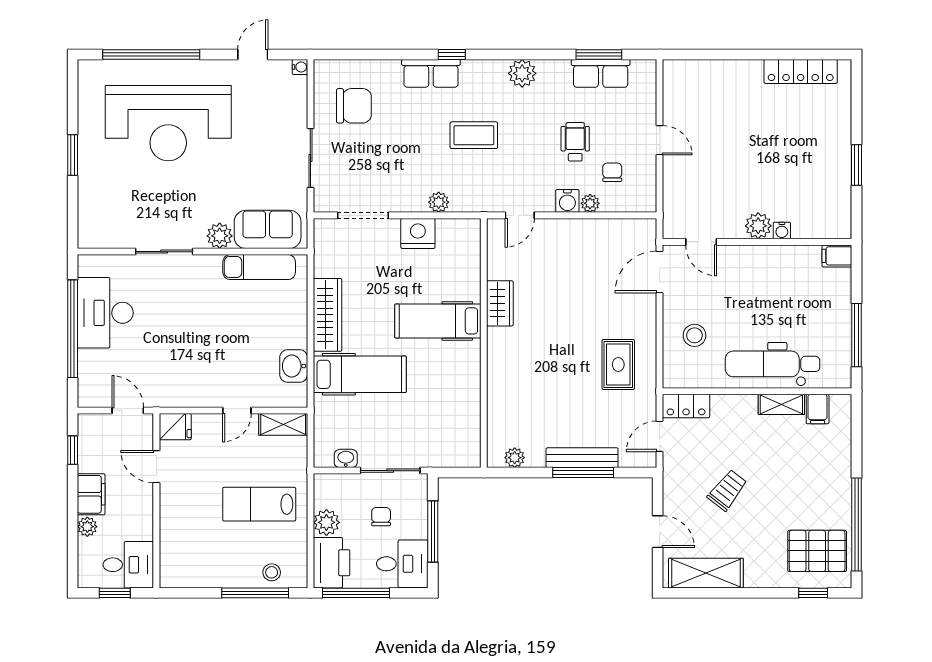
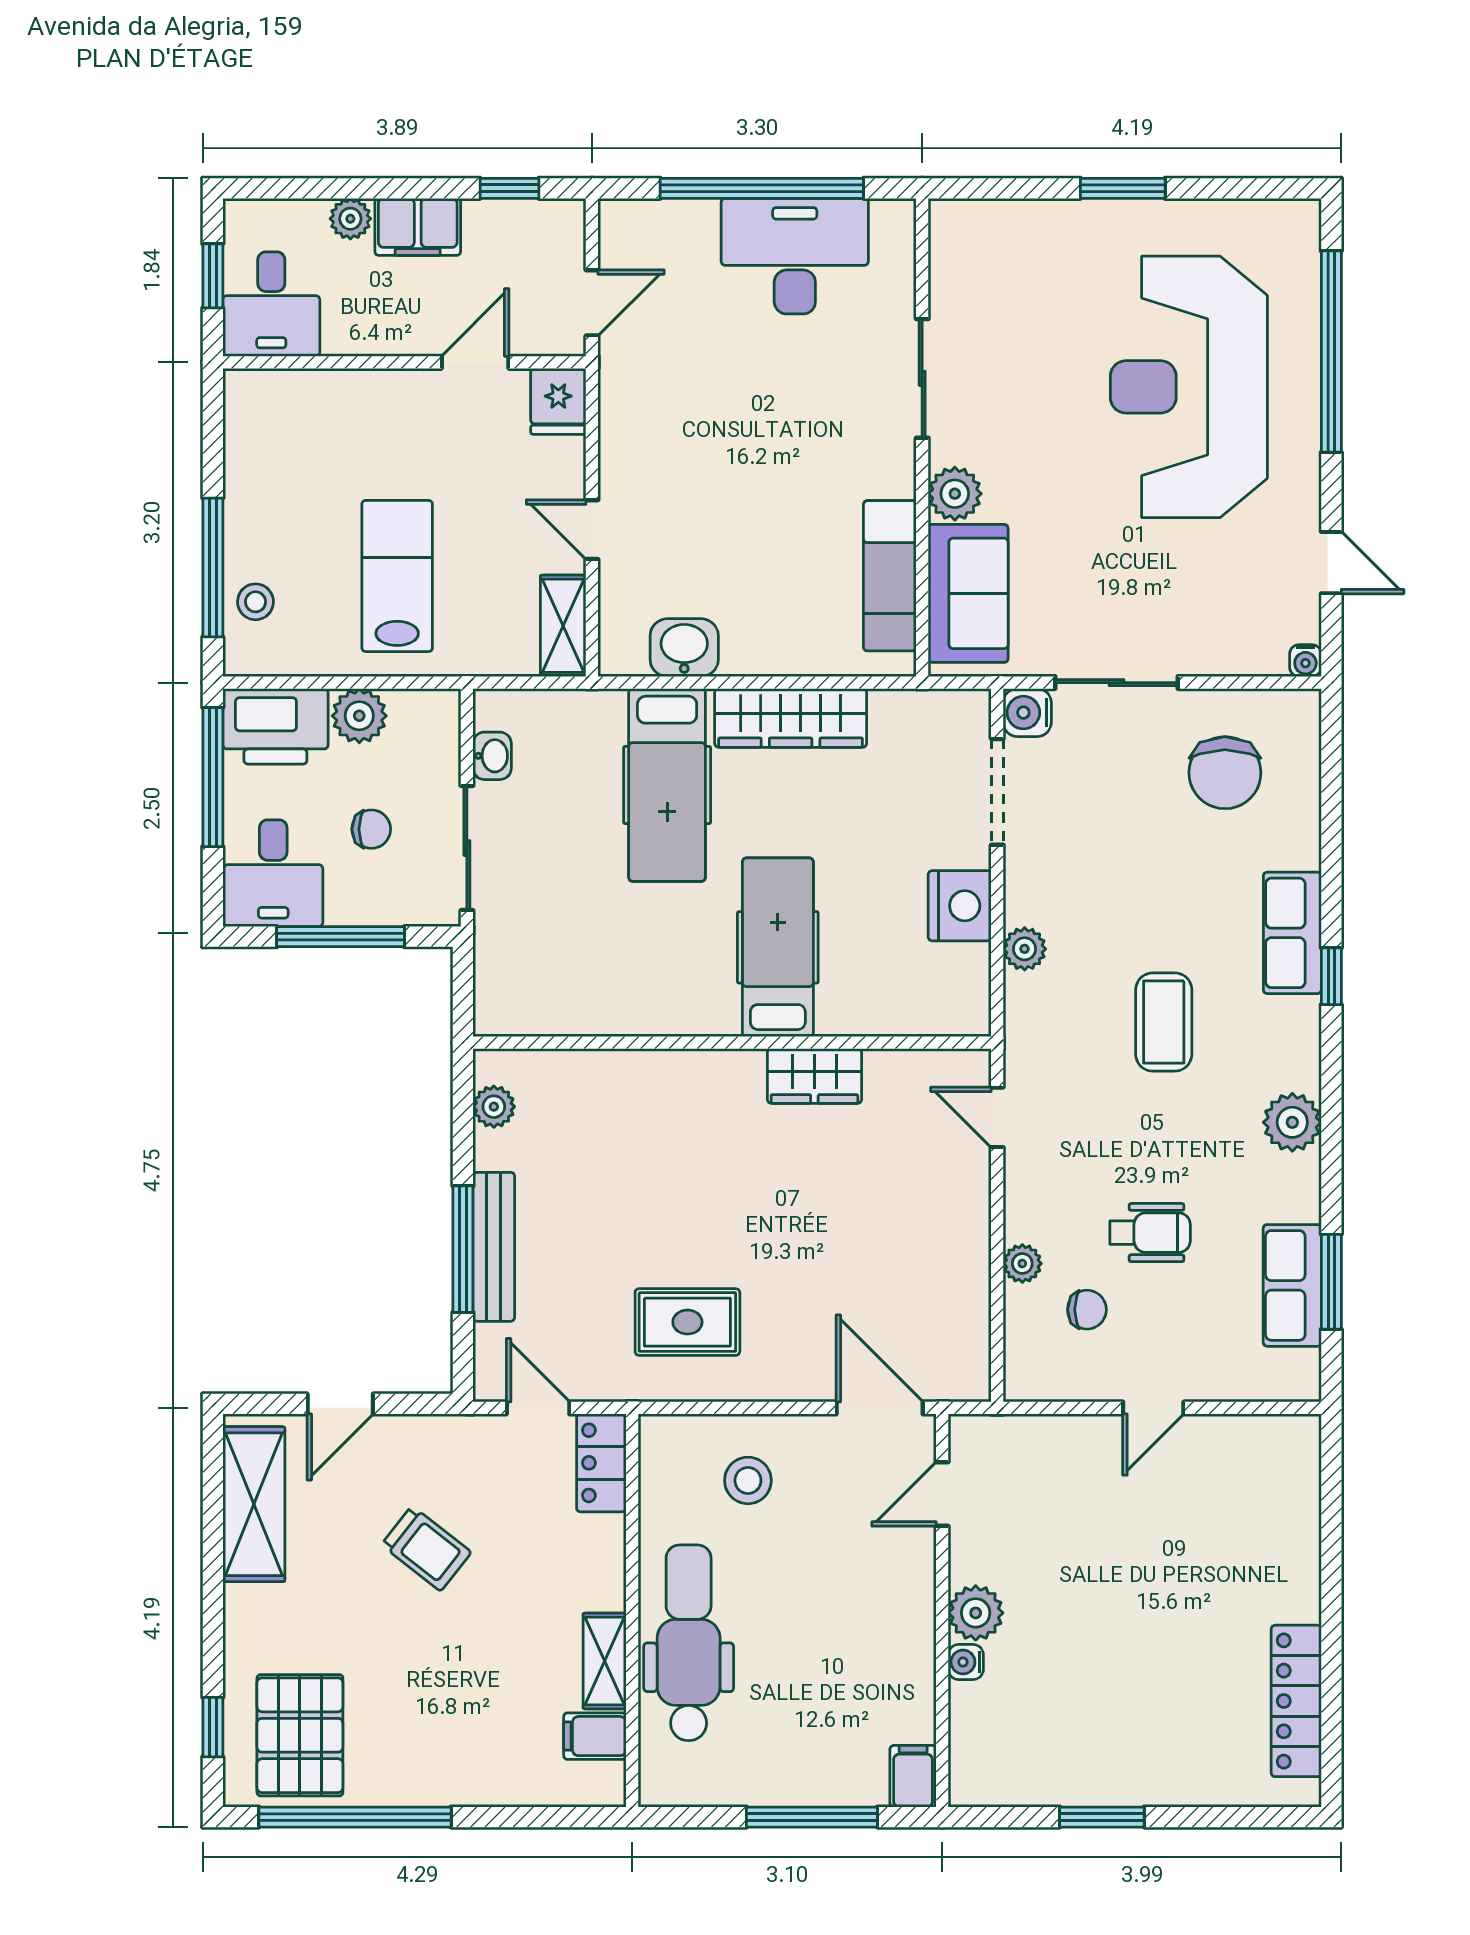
water cooler: (567, 201) -> (1027, 713), moved
window: (857, 335) -> (812, 1817), moved

